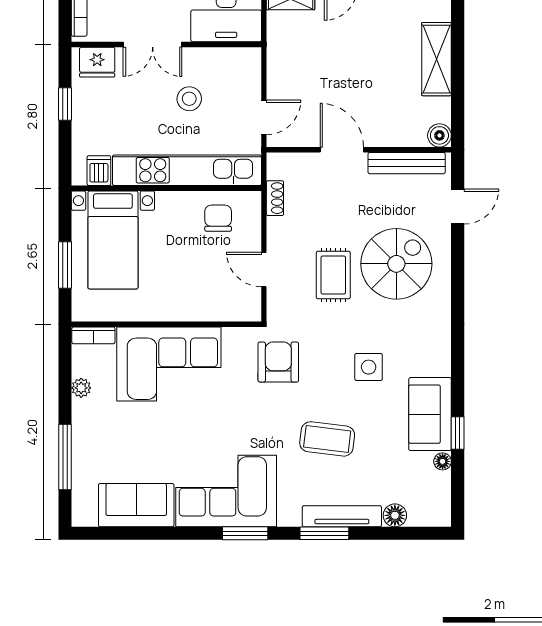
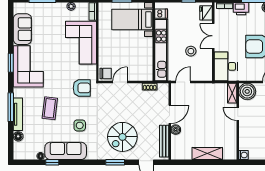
door: (264, 117) -> (183, 82), swing flipped
boiler: (439, 135) -> (176, 130), moved
chair: (218, 218) -> (106, 74), moved
spiral stairs: (396, 264) -> (122, 137), turned 90
rug: (333, 275) -> (118, 111), removed
window: (458, 281) -> (115, 162), added
sofa: (430, 414) -> (66, 151), width x1.36
window: (245, 533) -> (11, 63), moved
window: (324, 533) -> (11, 107), width x1.44

